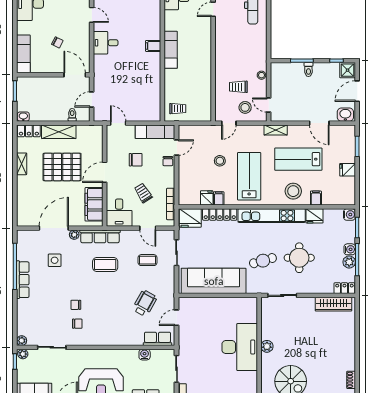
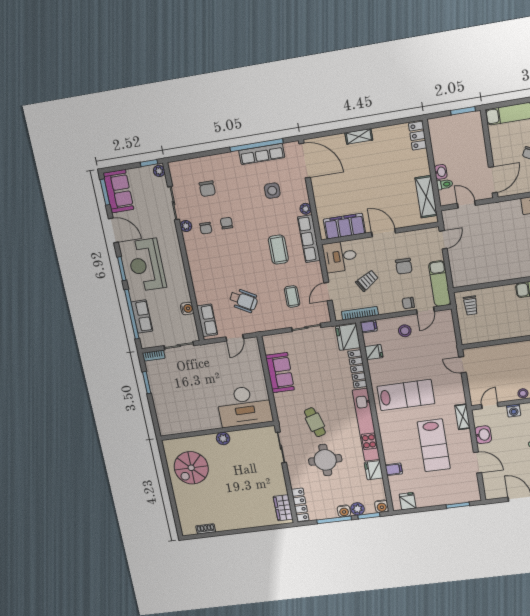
washing machine: (276, 85) -> (514, 410), added
trolley: (238, 87) -> (506, 370), removed
stool: (245, 107) -> (483, 380), removed
washbasin: (345, 115) -> (483, 435), moved
washbasin: (23, 117) -> (441, 172), moved
door: (319, 123) -> (478, 463), swing flipped
shelving: (59, 132) -> (426, 197), moved
door: (177, 148) -> (425, 310), hinge flipped
lab bench: (298, 159) -> (434, 445), turned 180
stool: (220, 161) -> (405, 331), moved
shelving: (22, 164) -> (359, 136), moved
pallet: (62, 167) -> (381, 182), removed
fridge: (348, 170) -> (408, 501), moved
stool: (293, 191) -> (397, 444), removed
filing cabinet: (219, 198) -> (369, 326), moved
door: (54, 228) -> (305, 160), moved
plant: (349, 262) -> (358, 509), moved
row of seats: (23, 280) -> (262, 154), moved
sofa: (214, 281) -> (280, 373), width x0.54, depth x0.79
locker: (344, 288) -> (300, 505), width x1.53
wardrobe: (334, 304) -> (283, 508), width x0.67
chair: (44, 316) -> (207, 189), added
door: (177, 318) -> (235, 338), swing flipped
plant: (22, 341) -> (186, 226), moved
desk: (240, 347) -> (244, 406), moved

